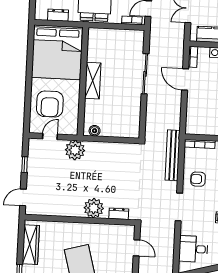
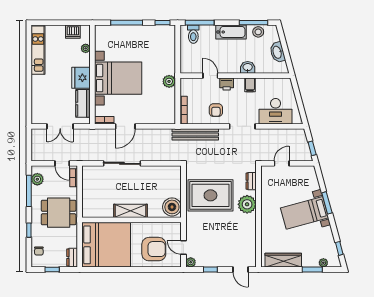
dresser: (58, 15) -> (72, 258), moved
boiler: (95, 131) -> (172, 207), width x1.86, depth x1.86
plant: (75, 150) -> (191, 262), moved, width x0.53, depth x0.53
rug: (105, 169) -> (210, 195), added
desk: (193, 249) -> (276, 111), width x1.37

